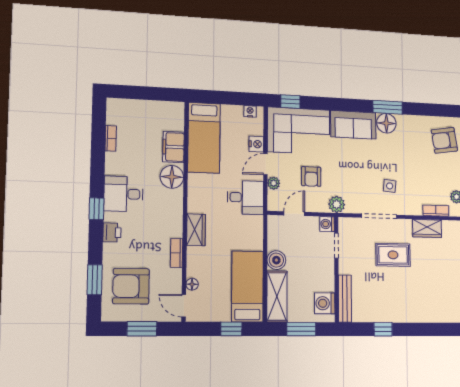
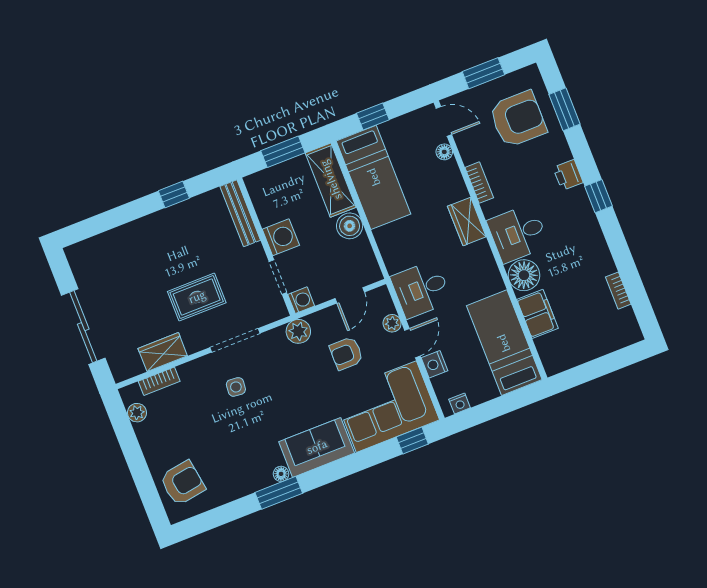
floor lamp: (386, 123) -> (281, 474), width x0.53, depth x0.53
armchair: (311, 176) -> (346, 353), turned -90
desk: (123, 194) -> (518, 233), moved, turned 180
washing machine: (325, 303) -> (281, 237), moved

